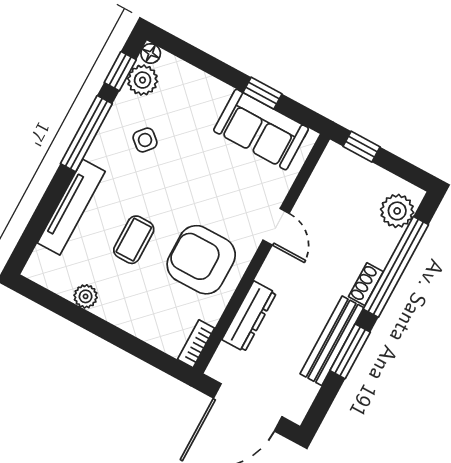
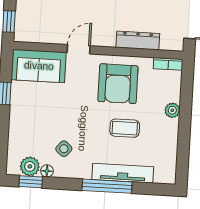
floor lamp: (151, 53) -> (47, 171), moved
sofa: (261, 130) -> (39, 66), moved, turned 90
window: (86, 134) -> (107, 186), moved
plant: (86, 296) -> (172, 110), moved

